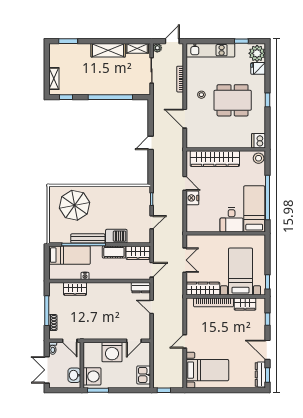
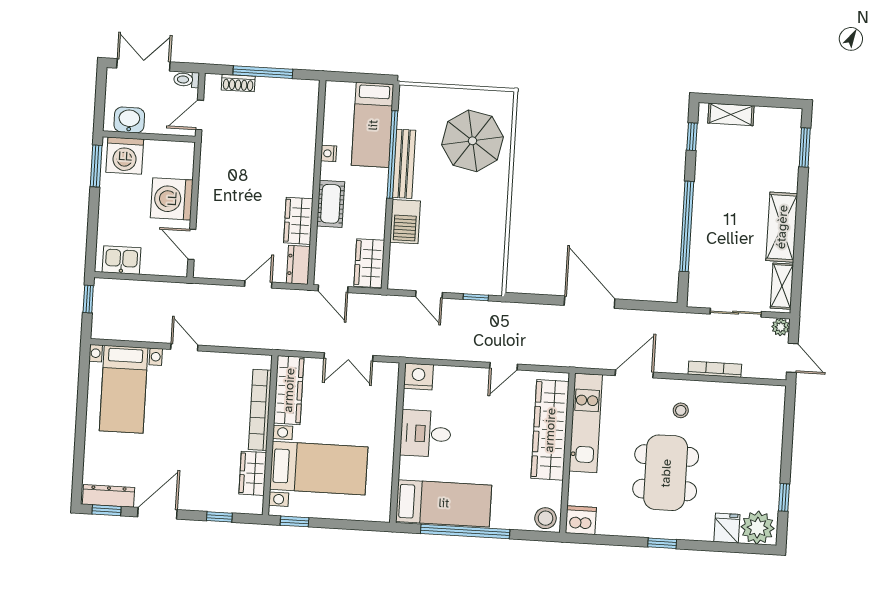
kitchen unit: (210, 50) -> (586, 423), moved, turned 180
door: (151, 143) -> (590, 302), width x1.88
nightstand: (192, 198) -> (418, 376), moved
desk: (232, 220) -> (426, 434), moved
cot: (114, 252) -> (331, 204), moved
wardrobe: (75, 289) -> (298, 221), moved

